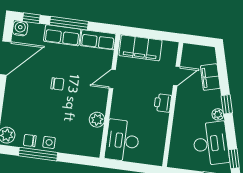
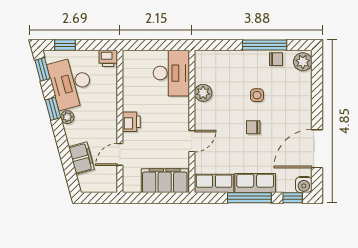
window: (227, 104) -> (53, 109), moved
side table: (49, 142) -> (257, 95), moved
printer: (175, 161) -> (108, 58), added

